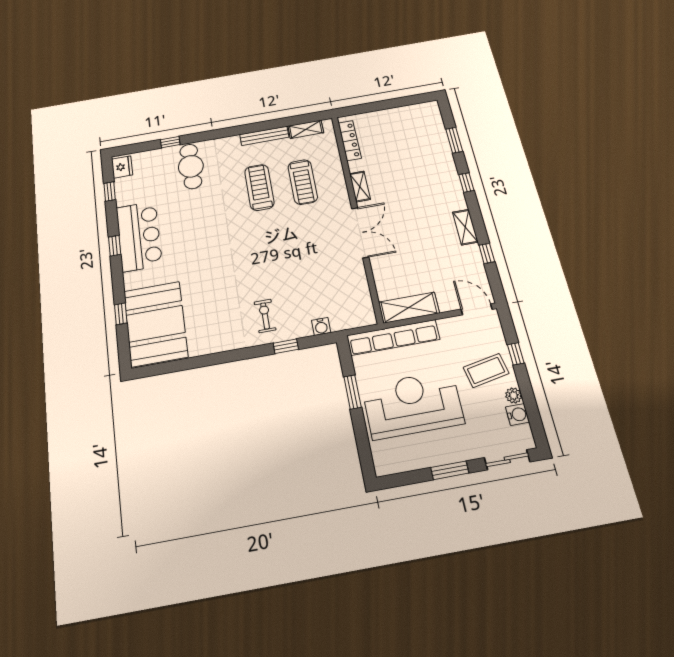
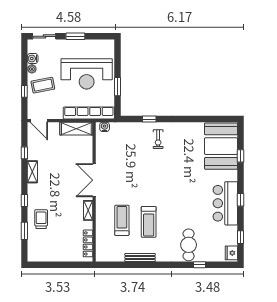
shelving: (306, 129) -> (114, 257), removed
trolley: (432, 161) -> (41, 219), added
water cooler: (321, 326) -> (105, 127), moved

